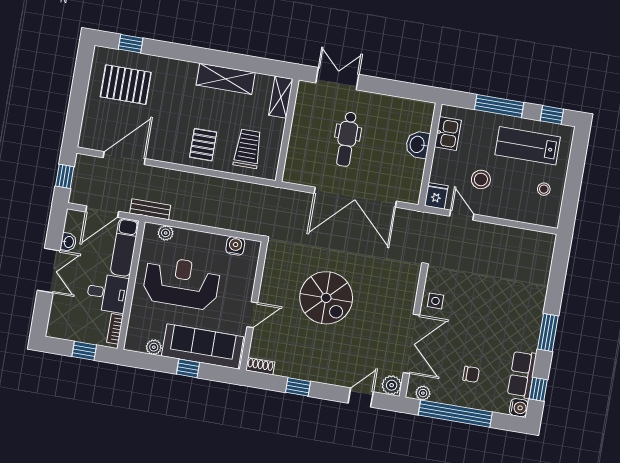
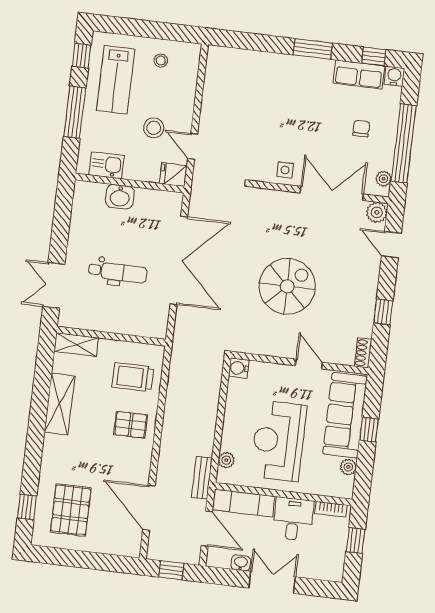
door: (462, 215) -> (193, 146), hinge flipped
water cooler: (235, 246) -> (239, 368), moved

